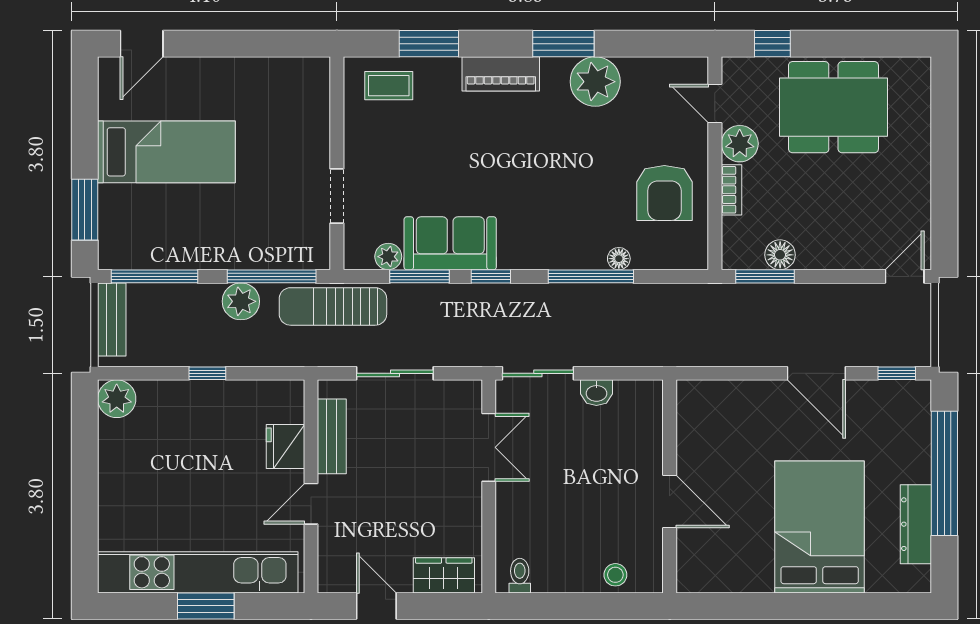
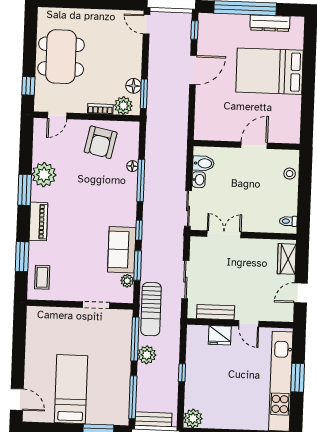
plant: (740, 144) -> (123, 106), moved
armchair: (664, 193) -> (101, 142), turned 102
bidet: (630, 401) -> (203, 163), added

